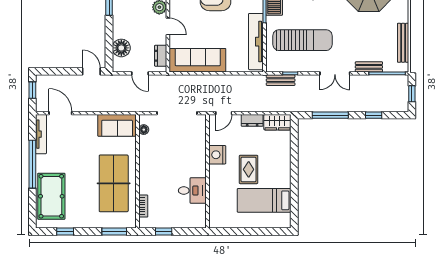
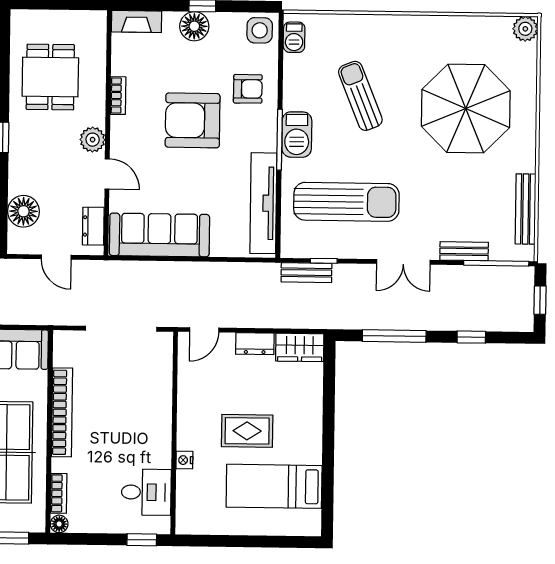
floor lamp: (144, 130) -> (59, 524), moved
nightstand: (217, 155) -> (184, 460), moved, width x0.53, depth x0.56
bookcase: (144, 161) -> (62, 412), added
rug: (249, 169) -> (247, 431), turned 90
desk: (192, 191) -> (146, 492), moved
window: (164, 231) -> (142, 540), moved

